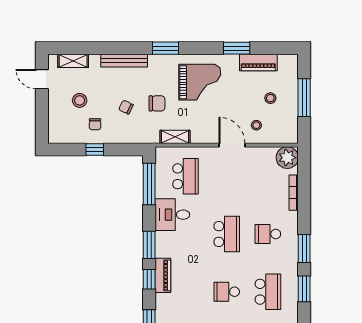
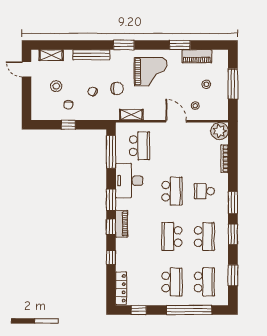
desk: (172, 215) -> (129, 181), width x1.37
school desk: (227, 292) -> (172, 237), width x1.85

